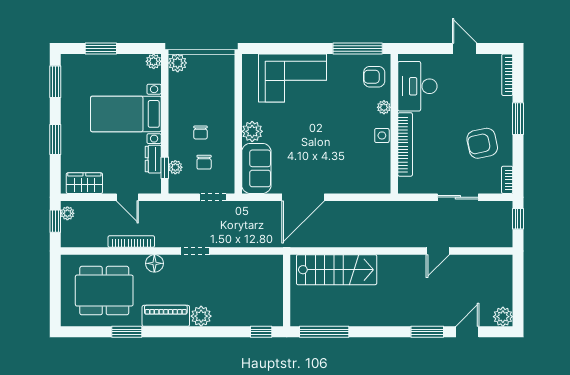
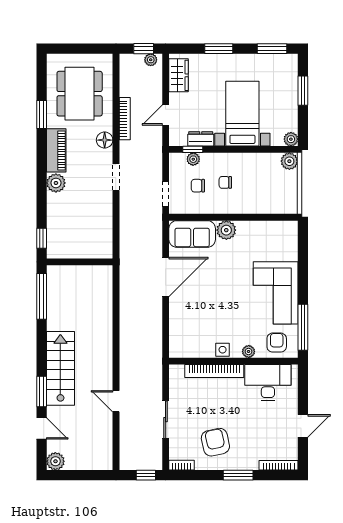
corner sofa: (293, 78) -> (276, 293), moved
door: (303, 197) -> (166, 277), swing flipped
stairs: (337, 270) -> (60, 368), moved, turned 180

